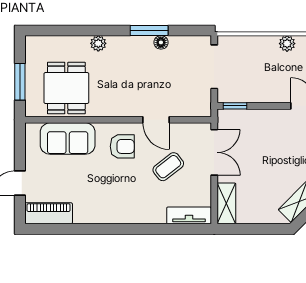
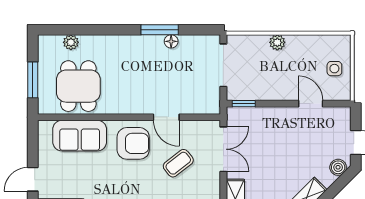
plant: (98, 43) -> (71, 42), moved
plant: (287, 44) -> (277, 42), moved
armchair: (122, 146) -> (133, 143), width x1.38, depth x1.38

